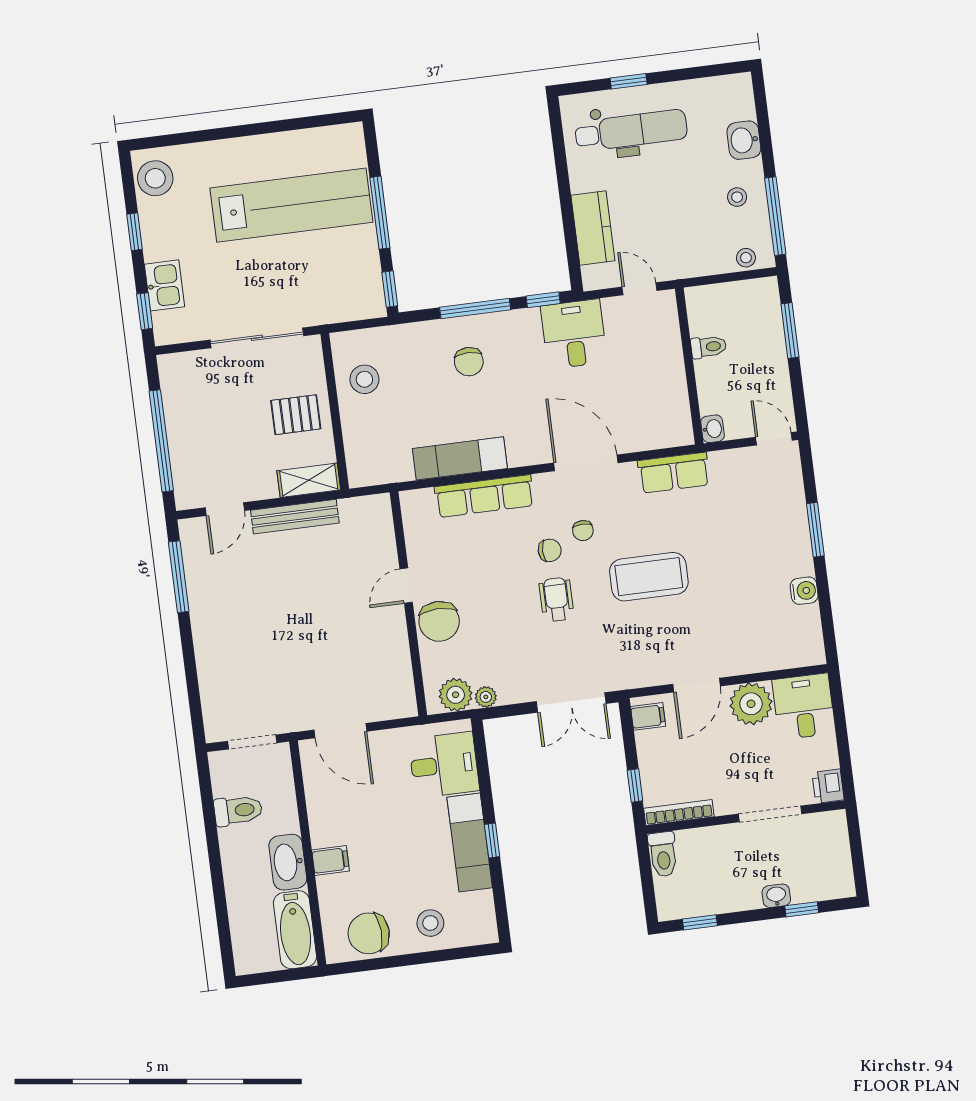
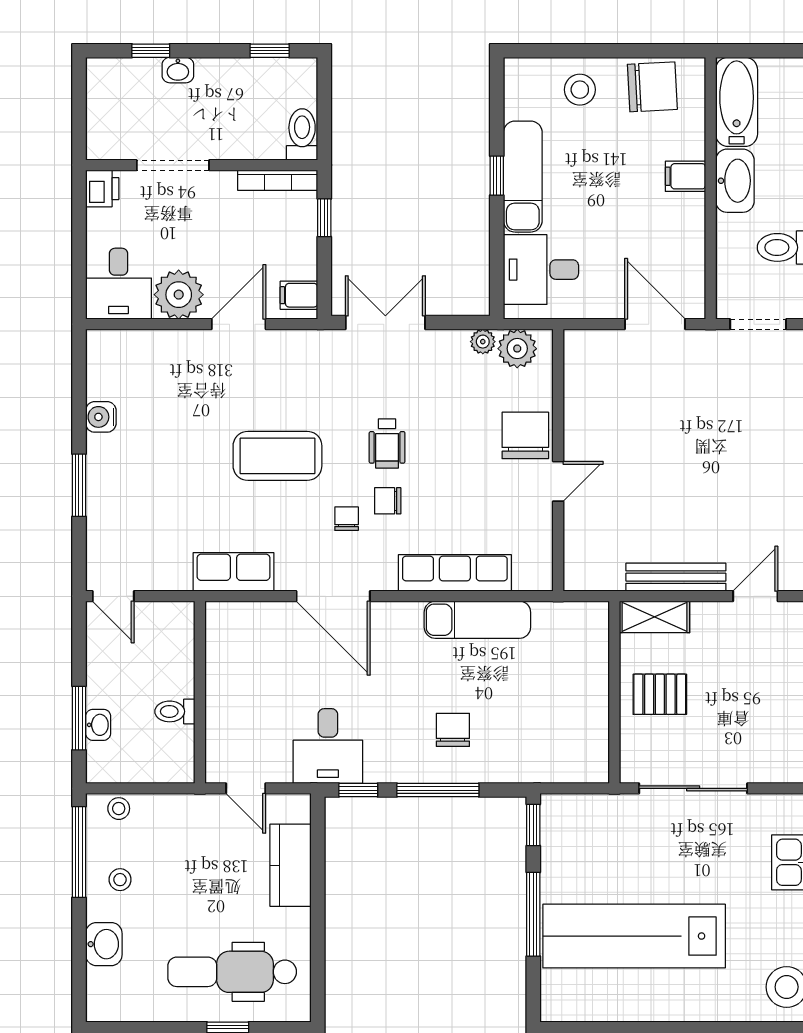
stool: (364, 379) -> (576, 725), removed
washbasin: (713, 429) -> (98, 725), moved, turned 180

